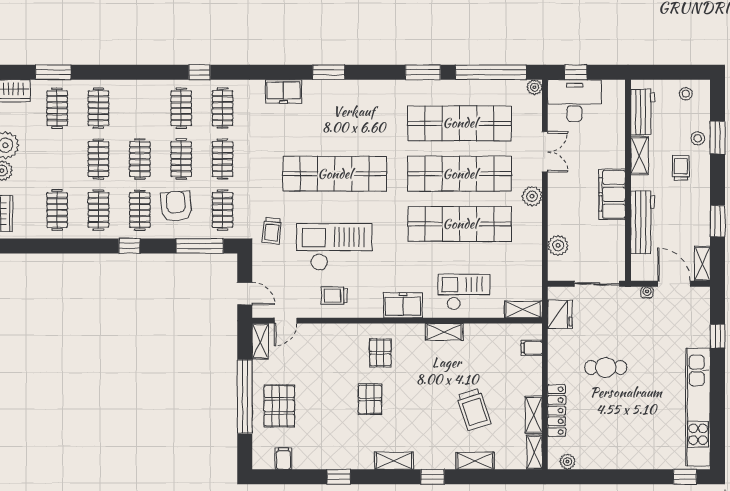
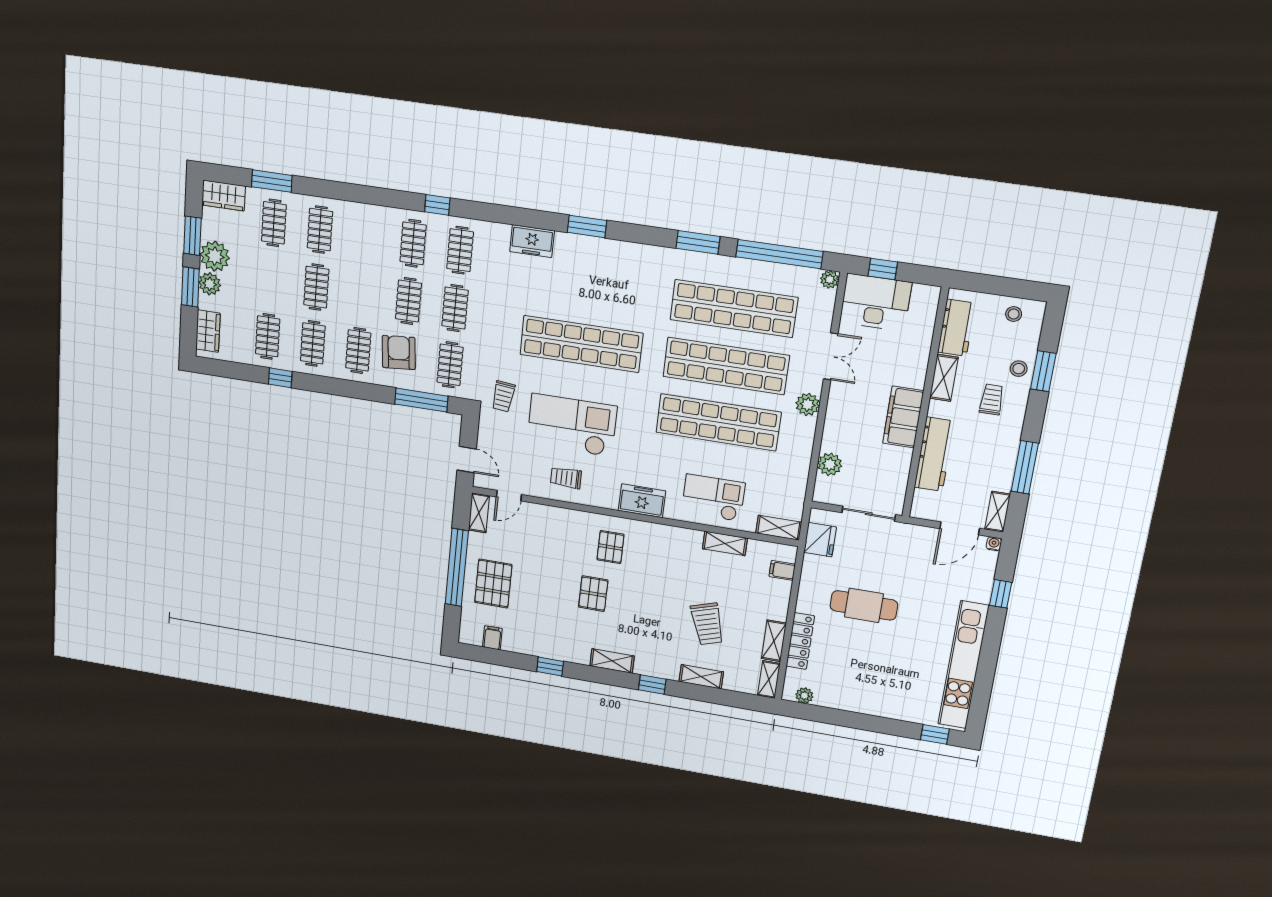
clothes rail: (140, 159) -> (362, 294), removed
window: (718, 221) -> (1025, 467), width x1.44
window: (129, 246) -> (280, 378), moved
door: (674, 284) -> (960, 528), swing flipped
water cooler: (647, 292) -> (994, 544), moved
shelving: (444, 332) -> (725, 543), moved
cafe table: (606, 368) -> (864, 605), width x1.37, depth x1.35

